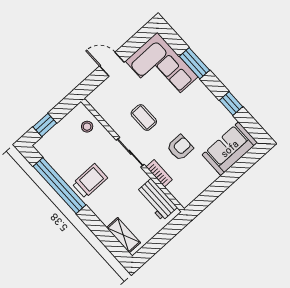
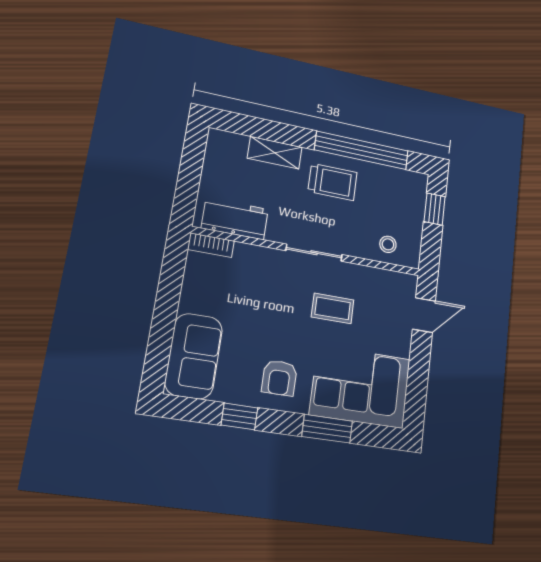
door: (112, 64) -> (424, 315), moved
armchair: (180, 148) -> (279, 378), moved
bookcase: (159, 173) -> (211, 245), moved
trolley: (90, 181) -> (333, 182), turned -90
shelving: (123, 235) -> (275, 153), moved

